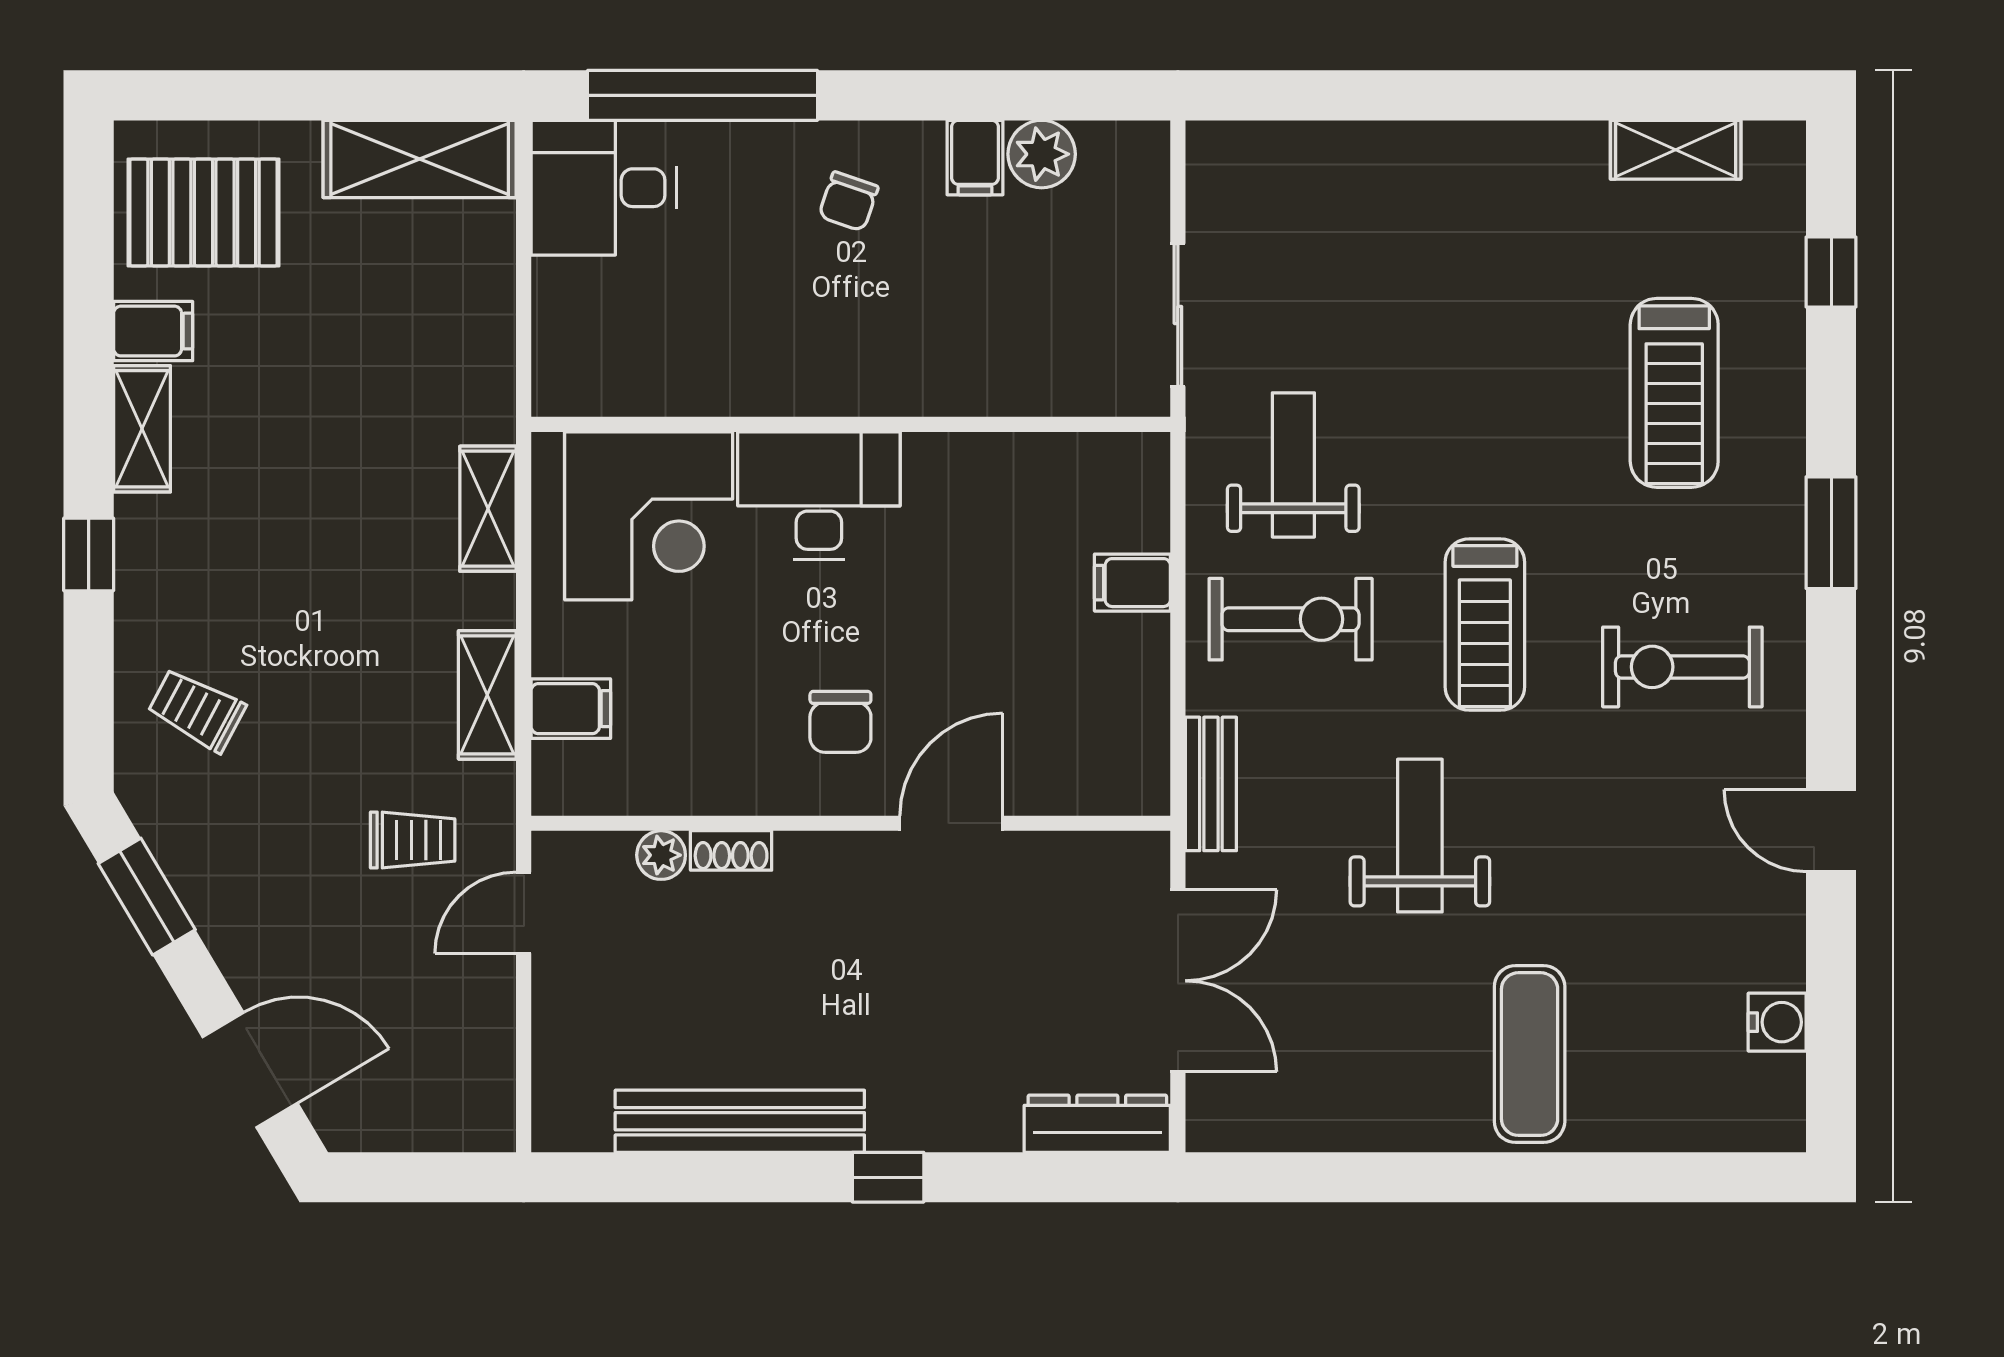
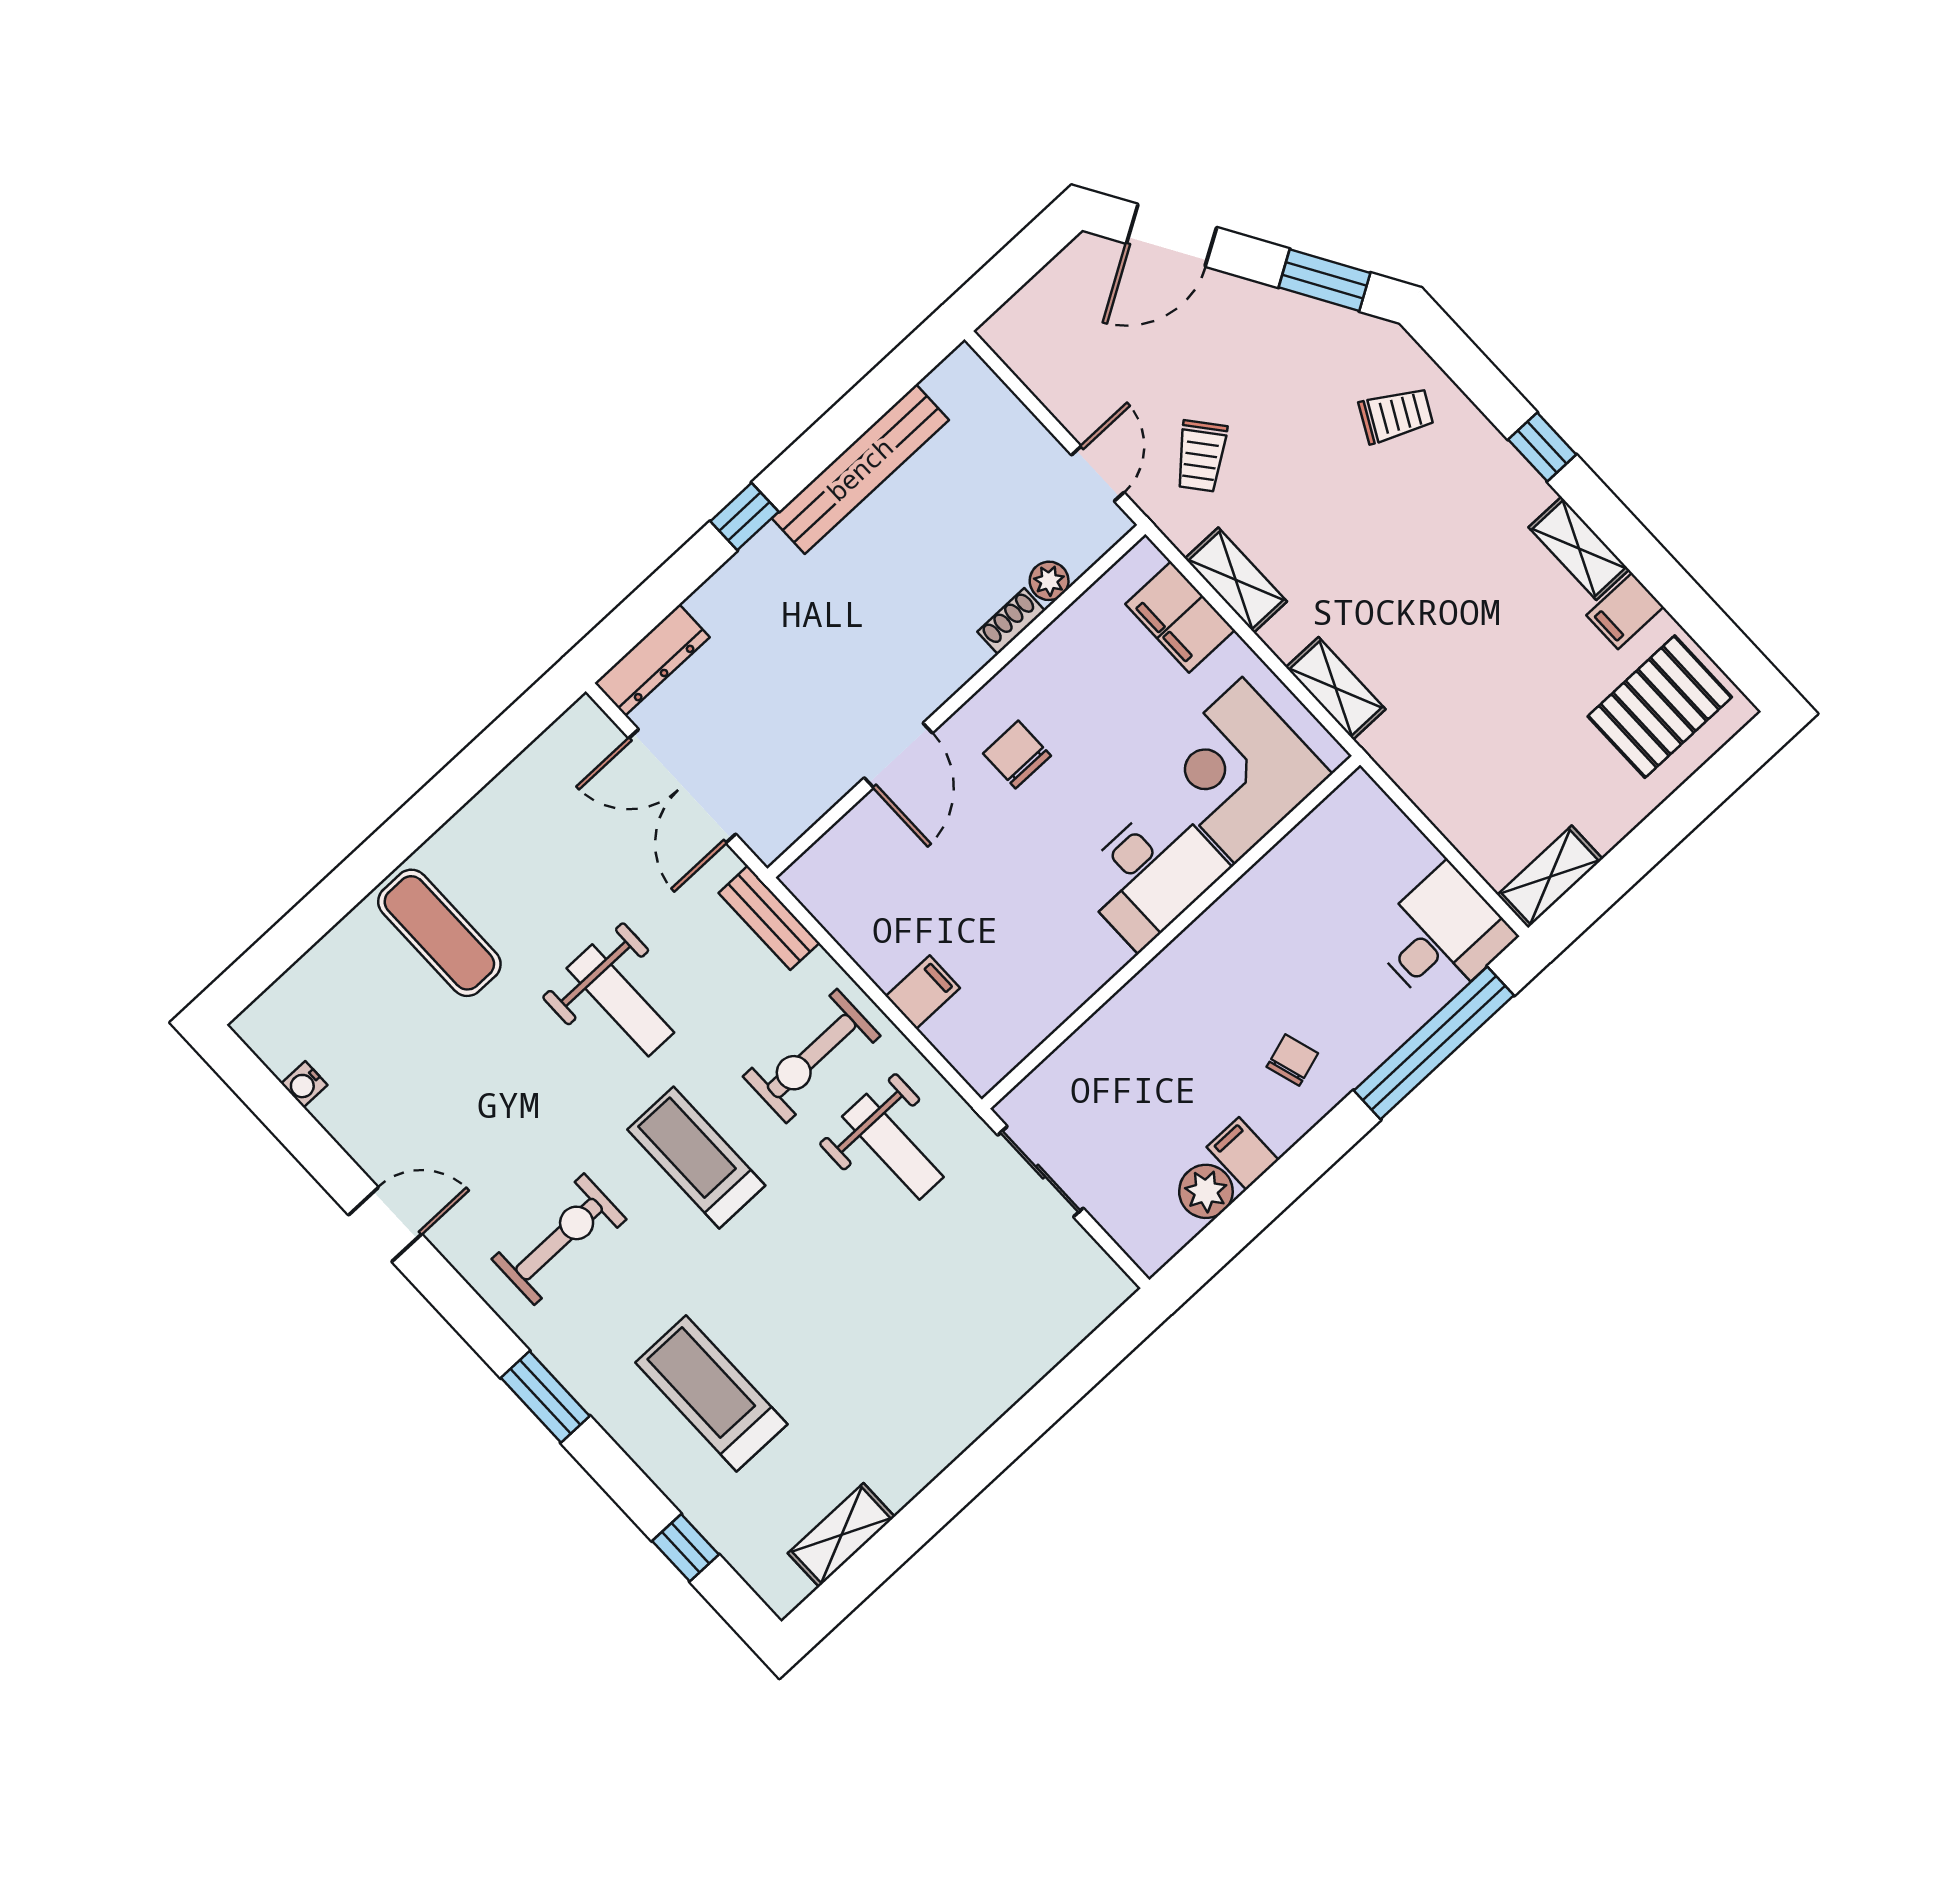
shelving: (420, 159) -> (1550, 877), width x0.67, depth x0.75
chair: (848, 201) -> (1292, 1060), turned 54
filing cabinet: (571, 709) -> (1180, 617), width x2.00
trolley: (413, 840) -> (1201, 456), turned -39
water cooler: (1777, 1022) -> (304, 1084), width x0.72, depth x0.72

